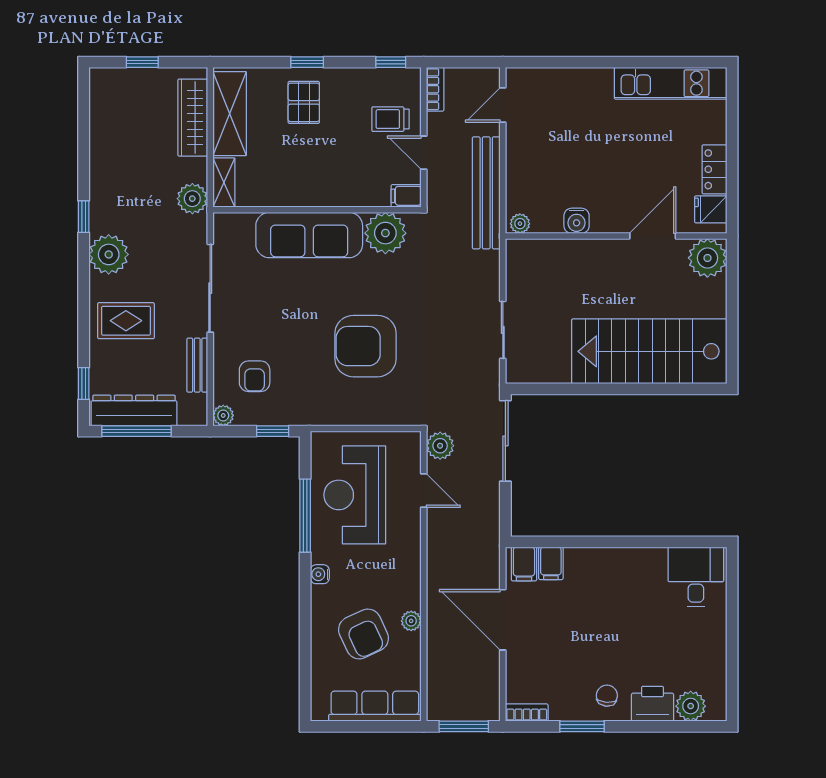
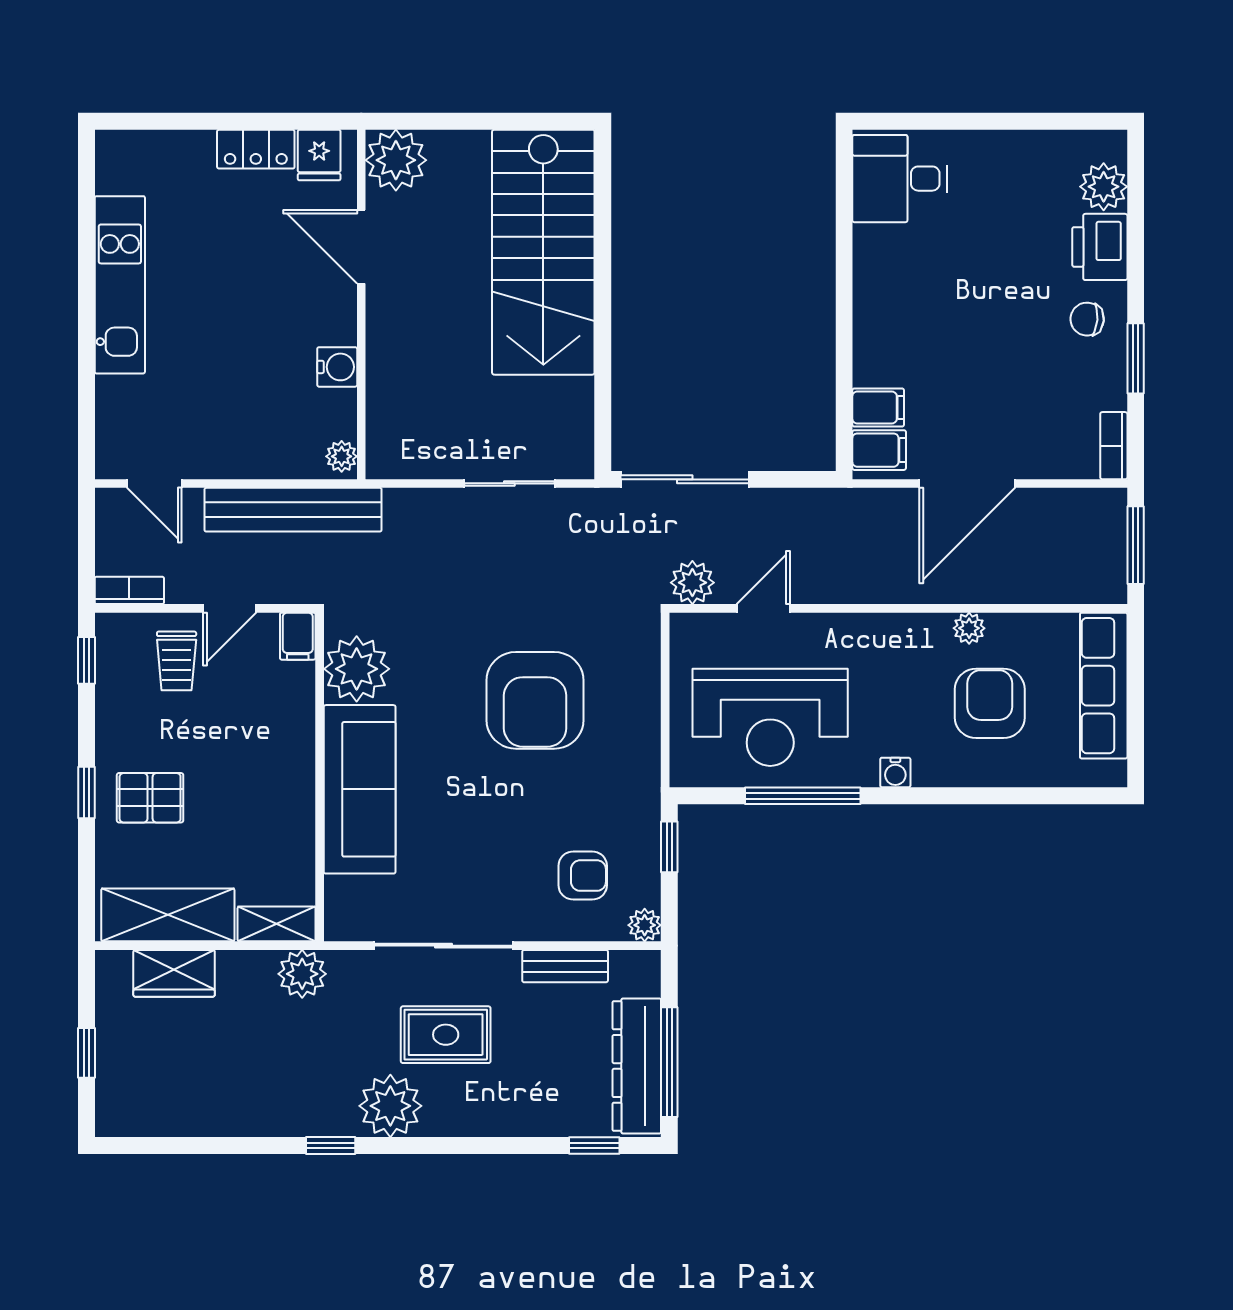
kitchen unit: (671, 83) -> (120, 285), moved
wardrobe: (193, 118) -> (174, 973), width x0.67
rug: (126, 321) -> (446, 1035), moved, turned 90
armchair: (364, 634) -> (990, 703), turned -65

